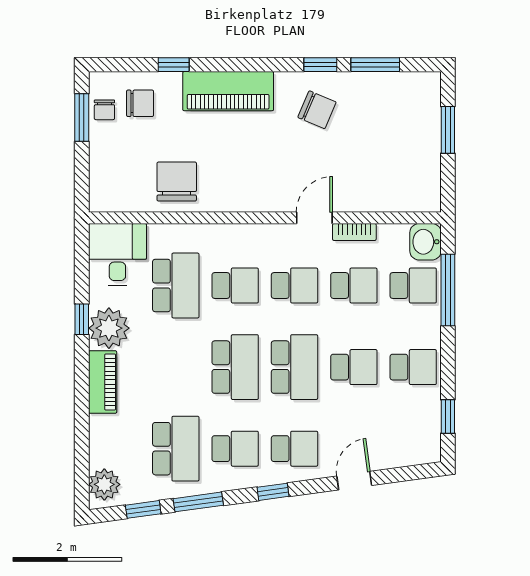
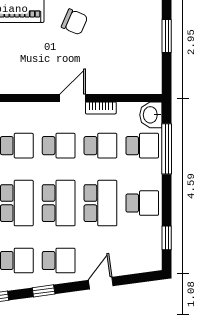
school desk: (354, 367) -> (100, 203), width x1.85

